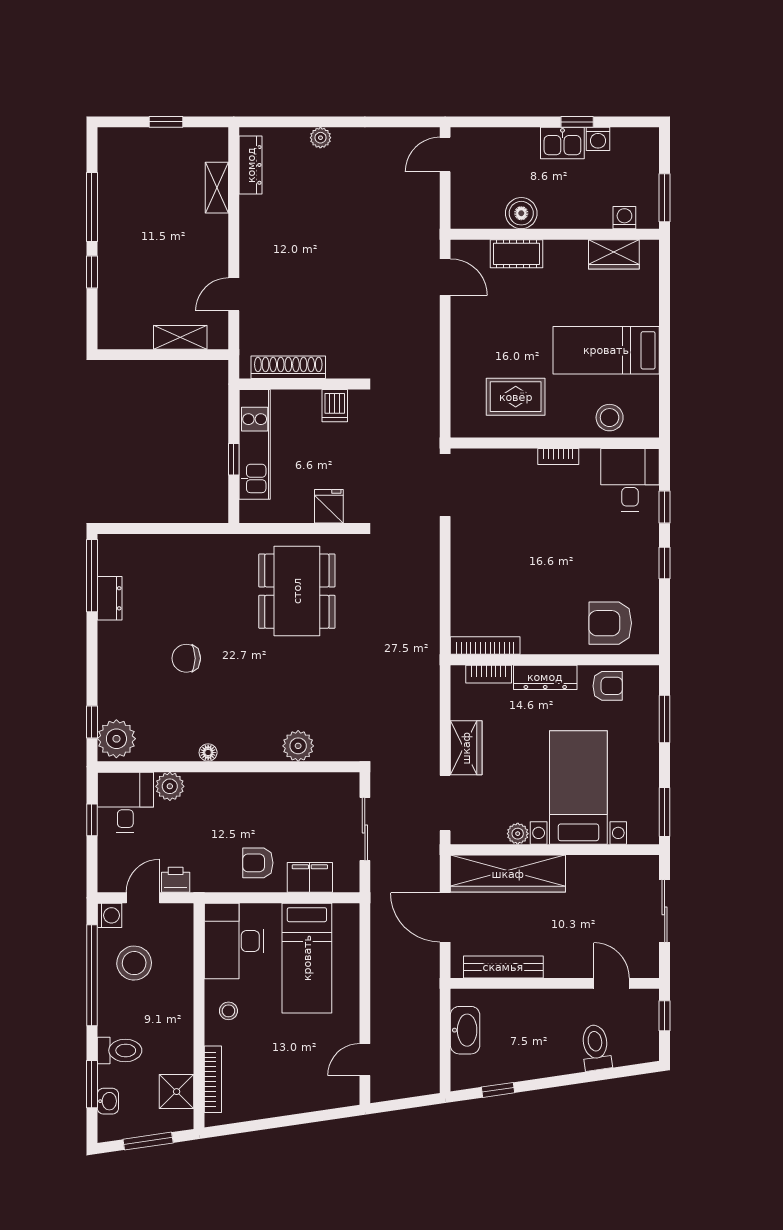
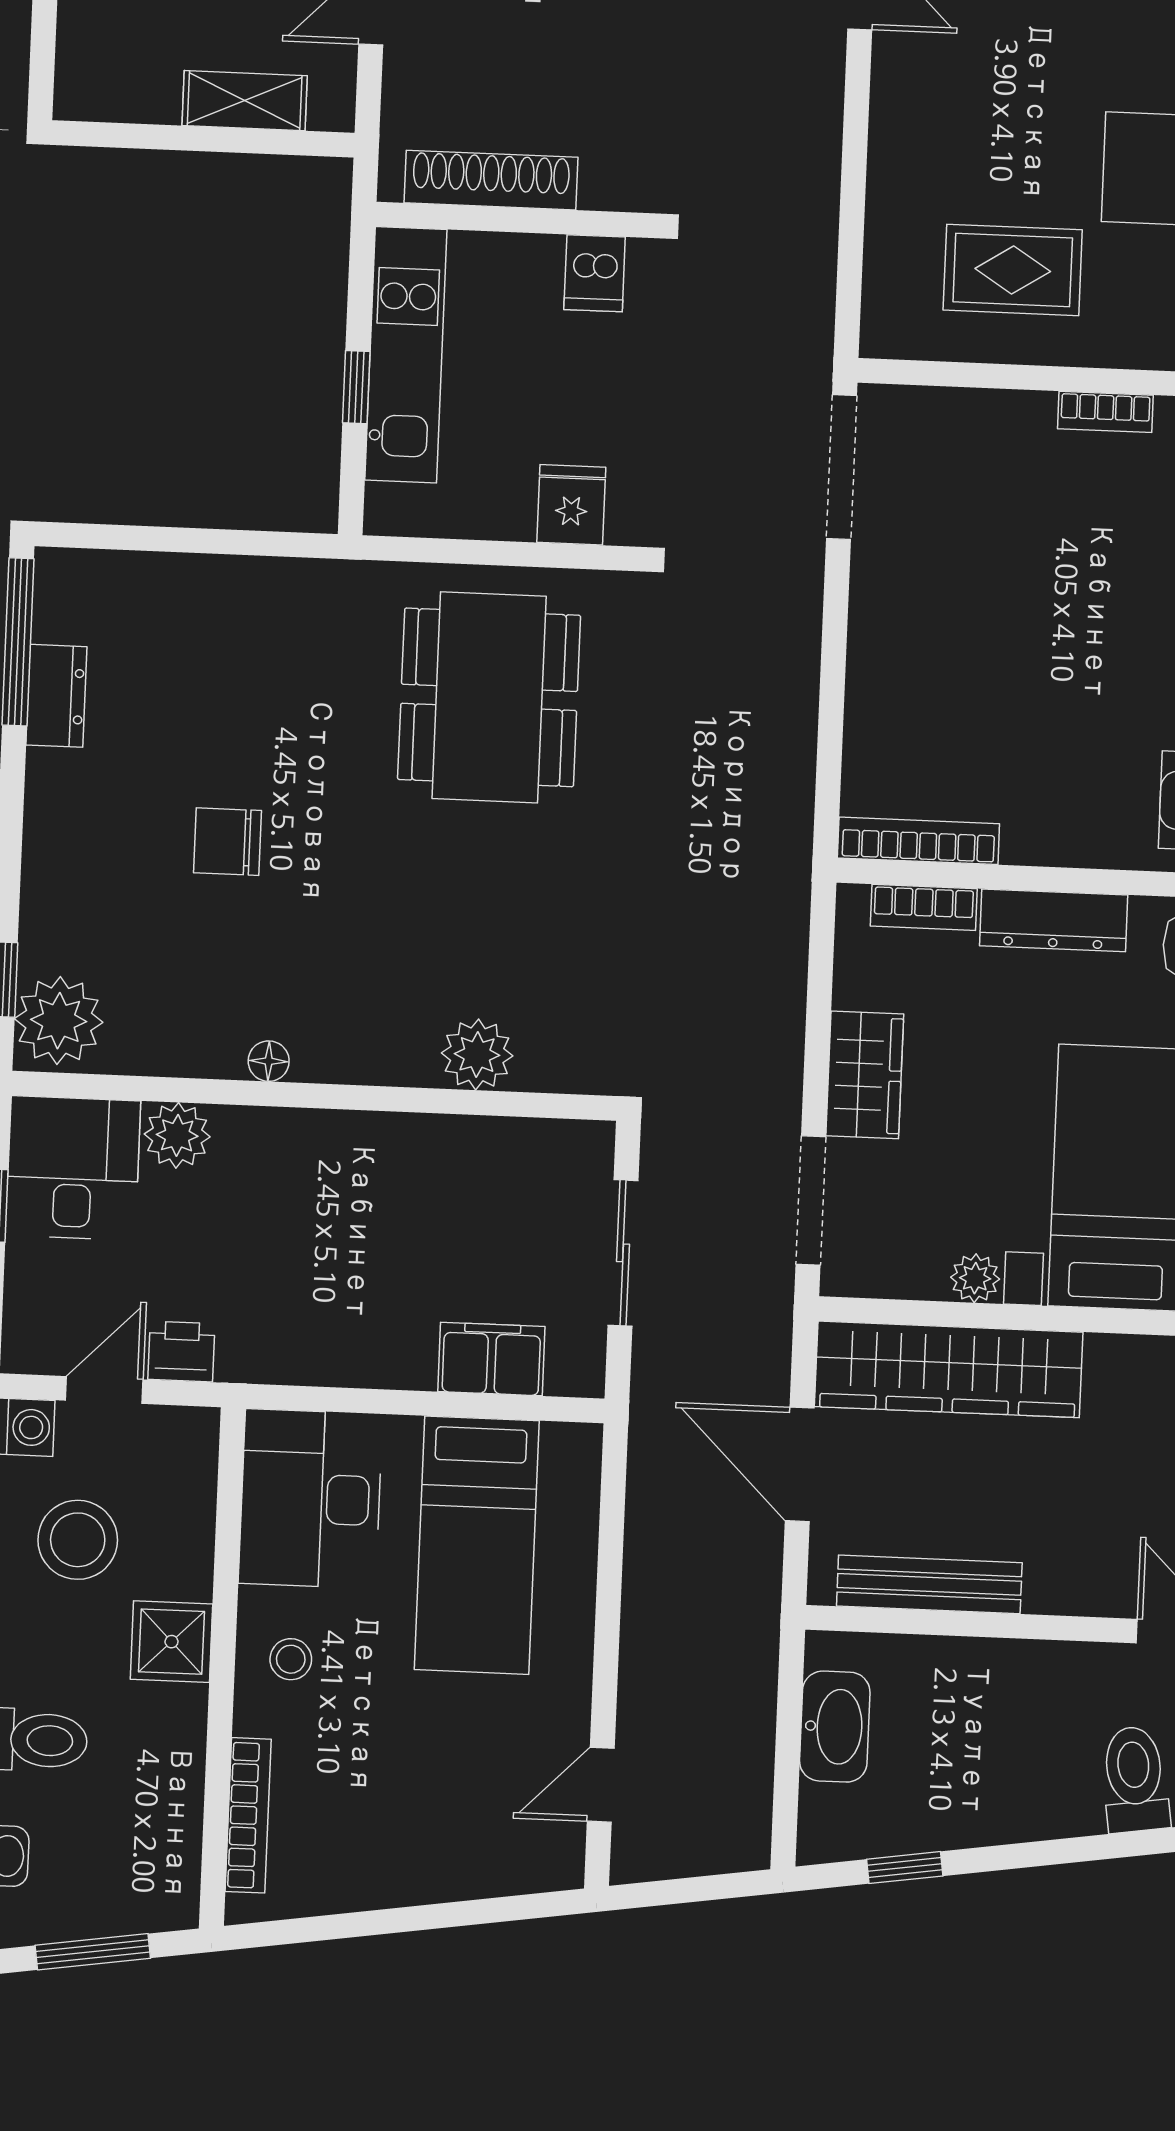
armchair: (258, 863) -> (373, 1321), removed
shower: (177, 1092) -> (172, 1642), moved

